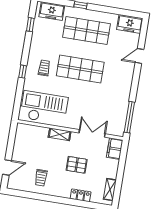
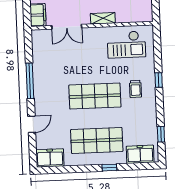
checkout: (44, 108) -> (126, 45), width x0.73, depth x0.83
window: (129, 117) -> (30, 81), moved

